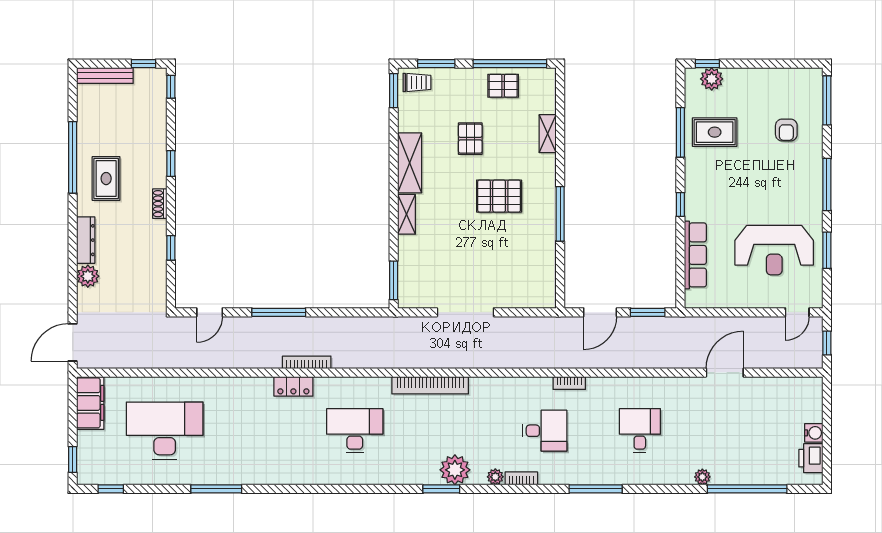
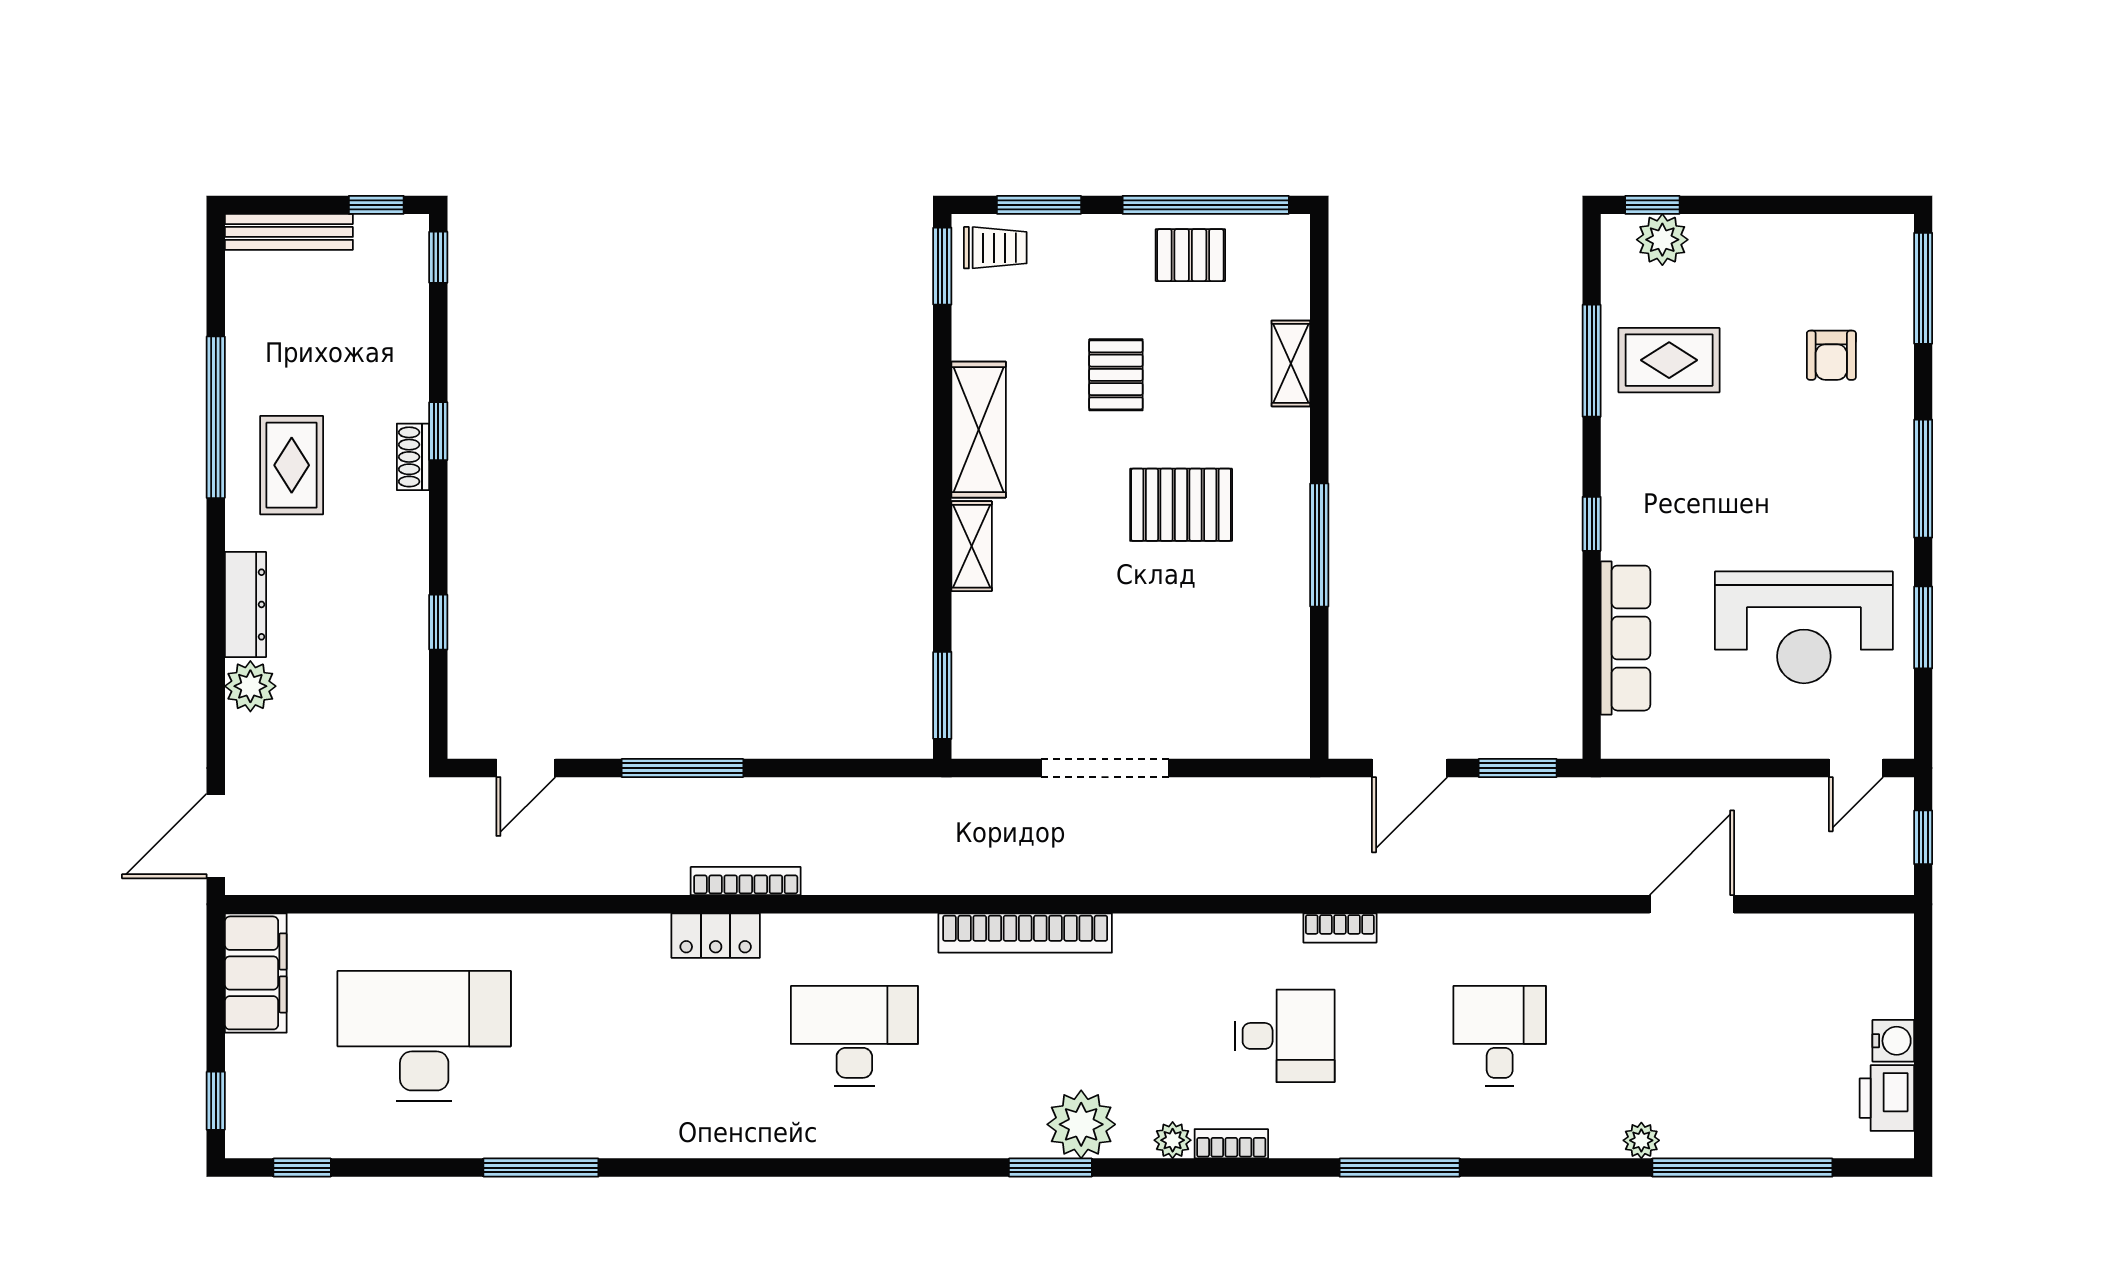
shoe rack: (160, 204) -> (413, 457), moved

